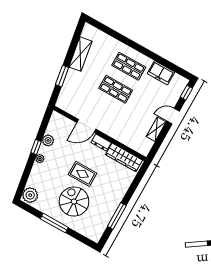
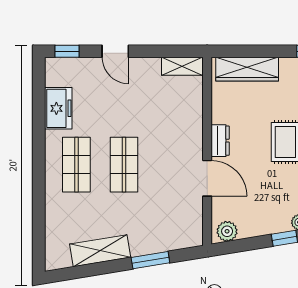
shelving: (156, 129) -> (182, 66), moved
plant: (48, 140) -> (227, 231), moved
wardrobe: (124, 157) -> (247, 69), moved, turned 90

